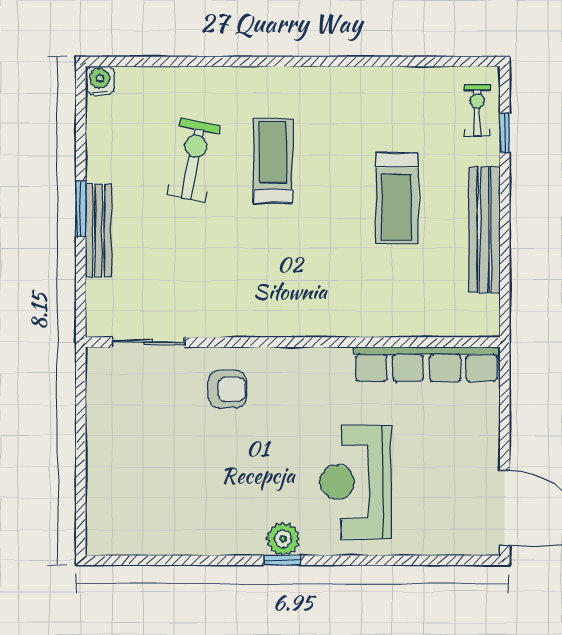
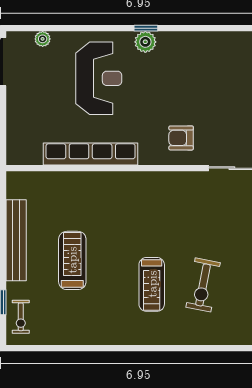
row of seats: (427, 364) -> (91, 154), moved
plant: (443, 543) -> (43, 39), added

